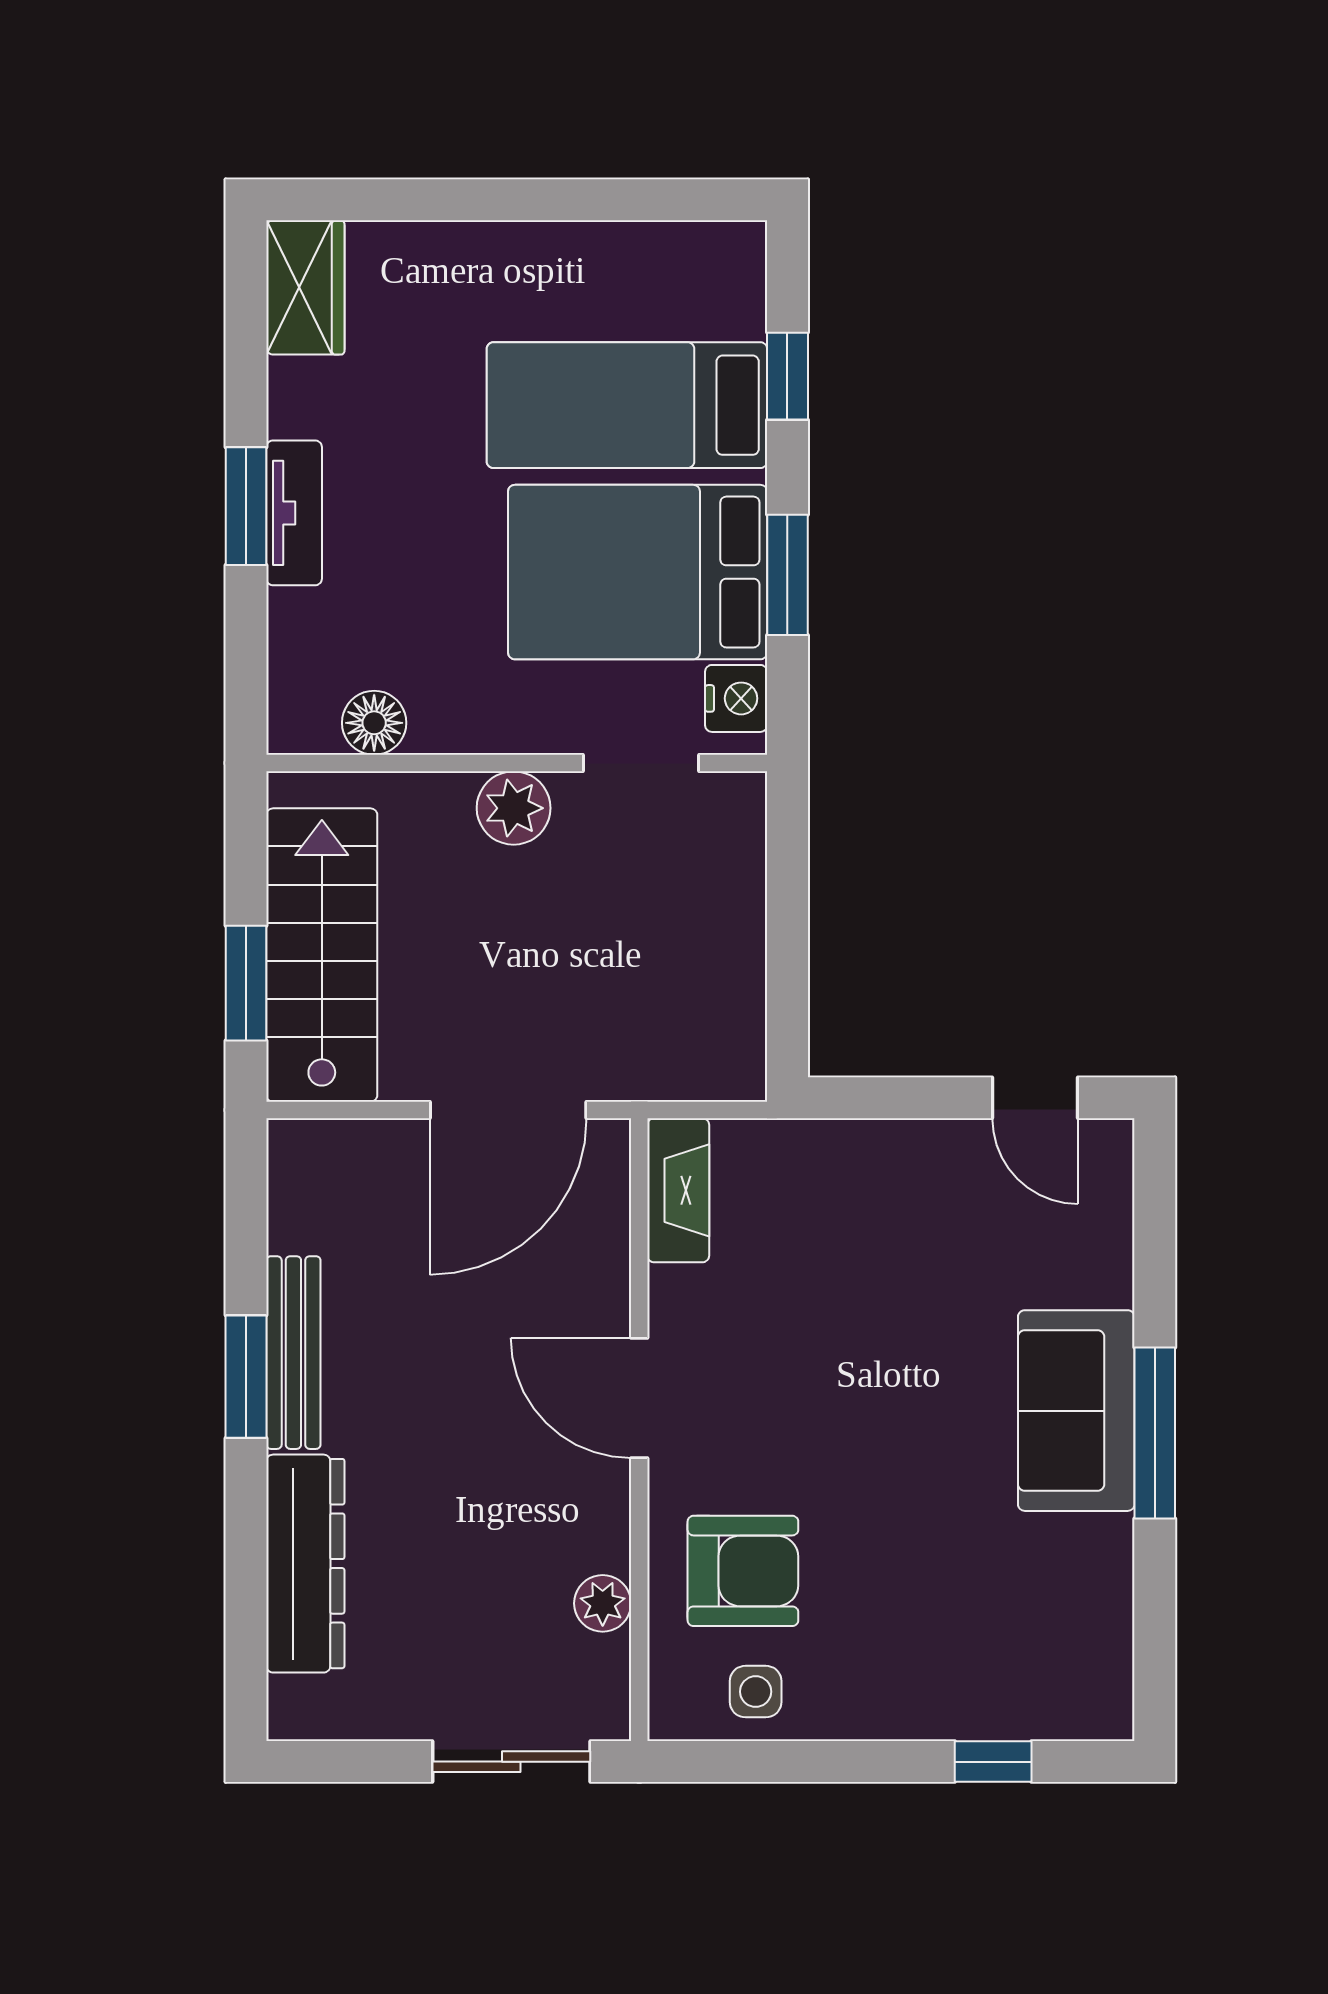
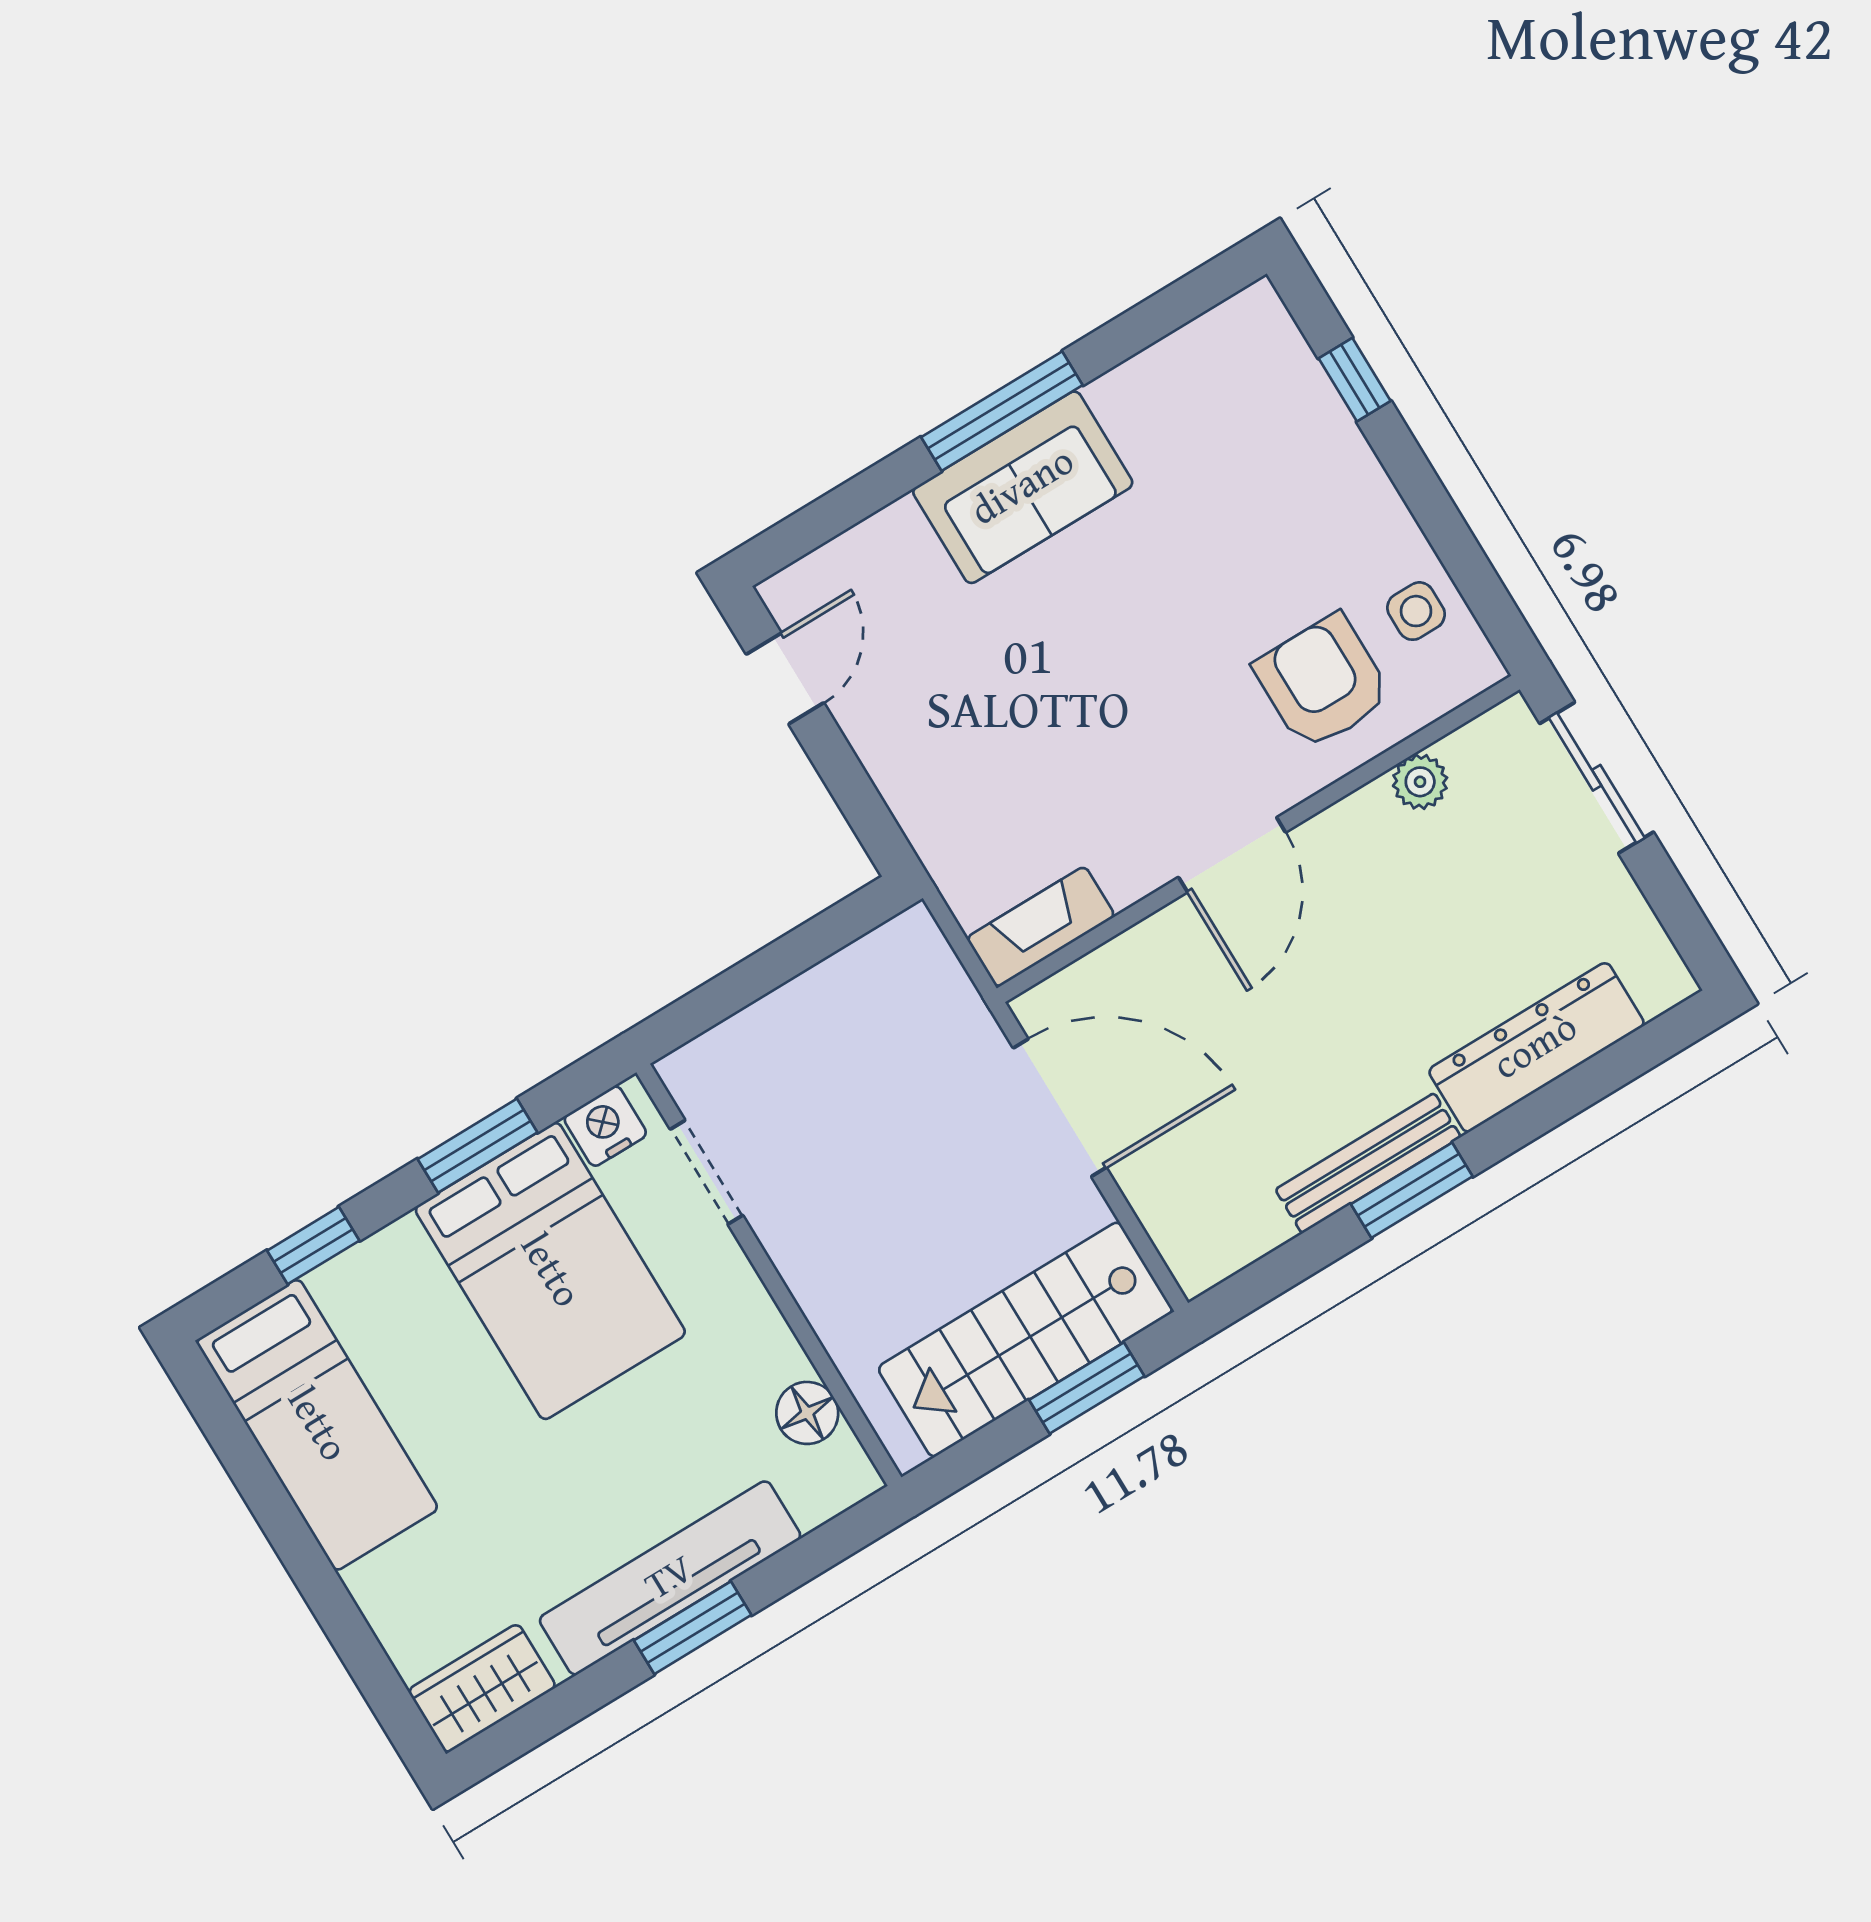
bed: (627, 405) -> (317, 1425), moved
tv unit: (294, 513) -> (670, 1578), width x1.92, depth x1.29
plant: (514, 808) -> (808, 1255), removed

